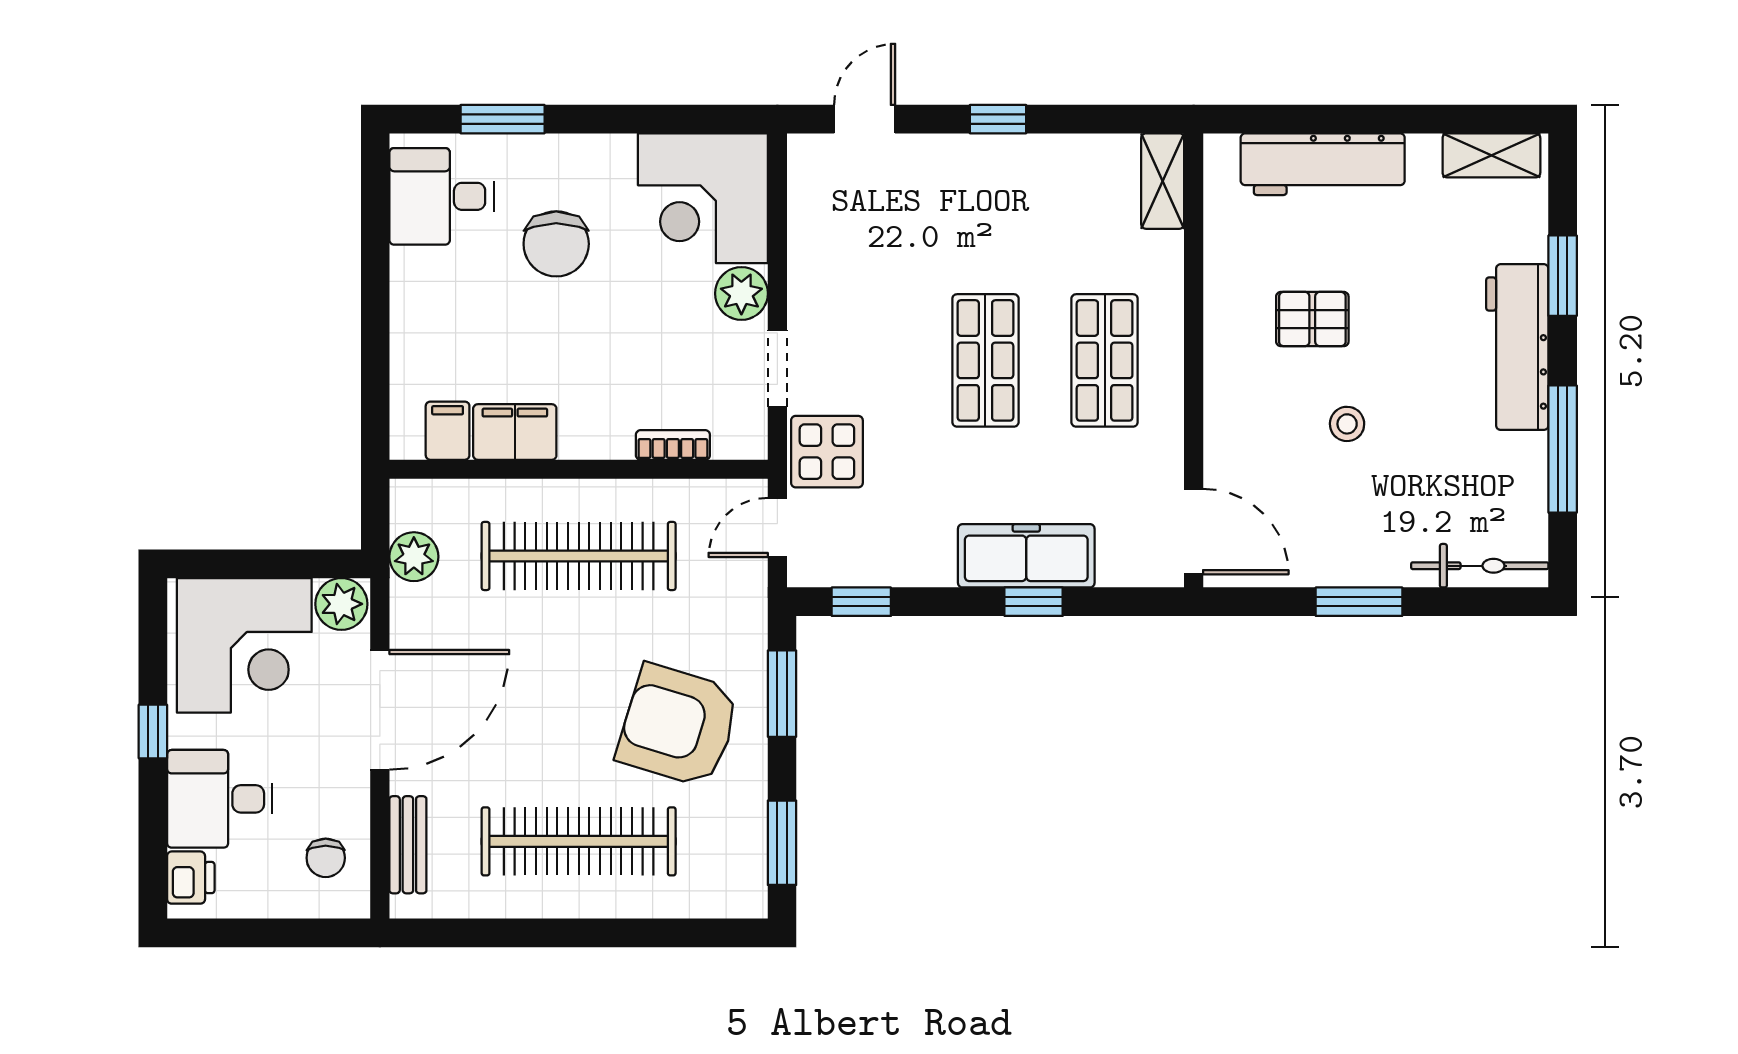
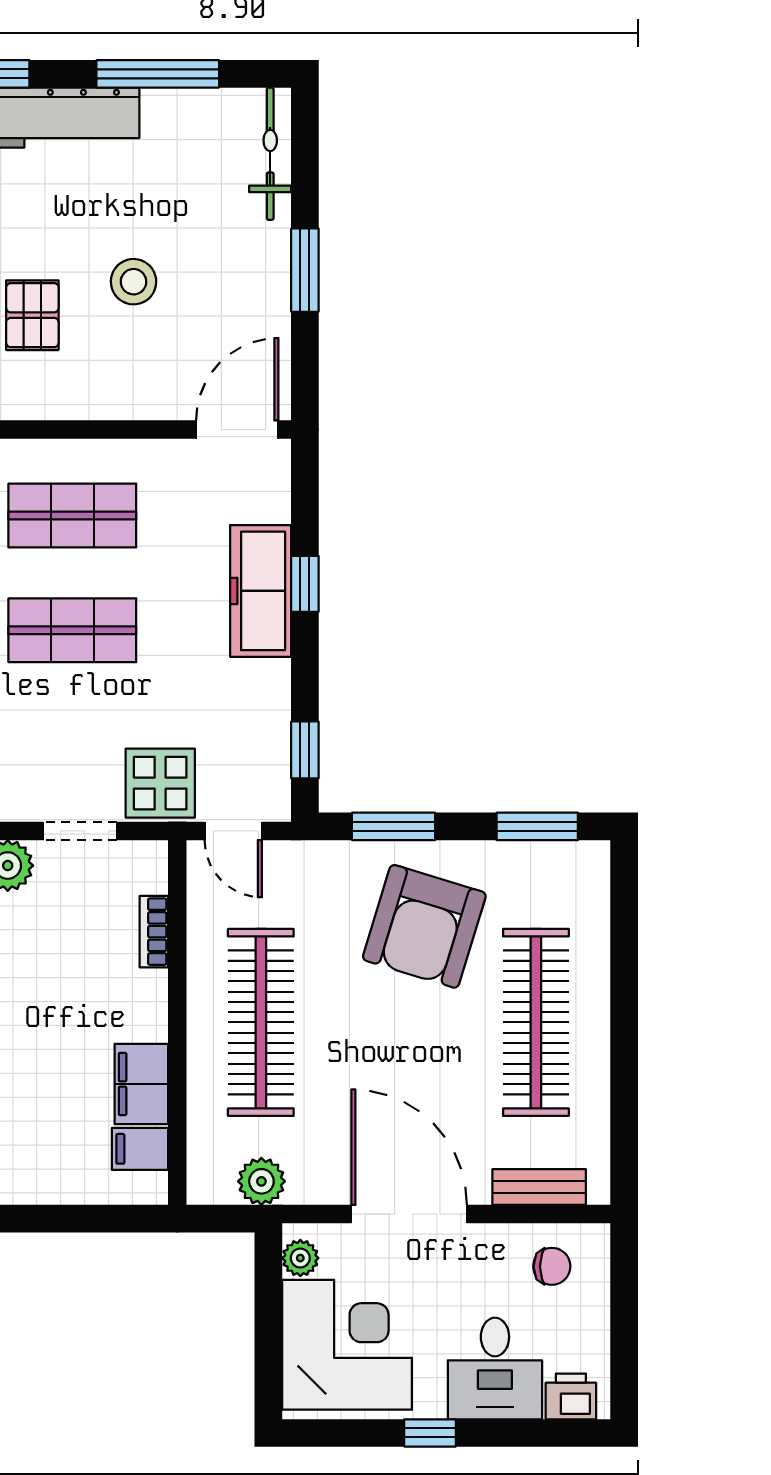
stool: (1347, 424) -> (134, 282), width x1.37, depth x1.37
plant: (341, 604) -> (300, 1258), width x0.73, depth x0.73

